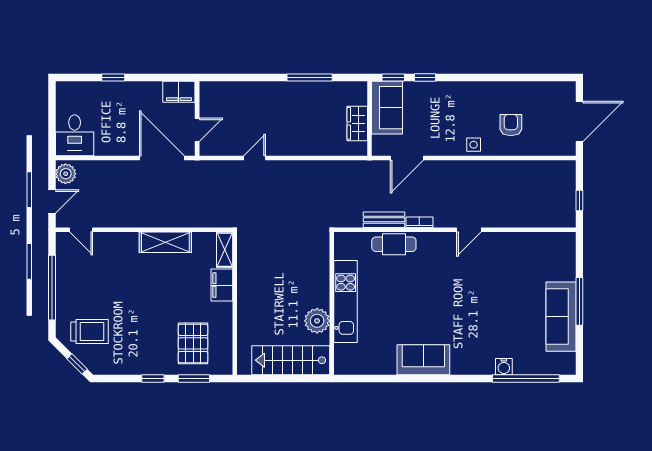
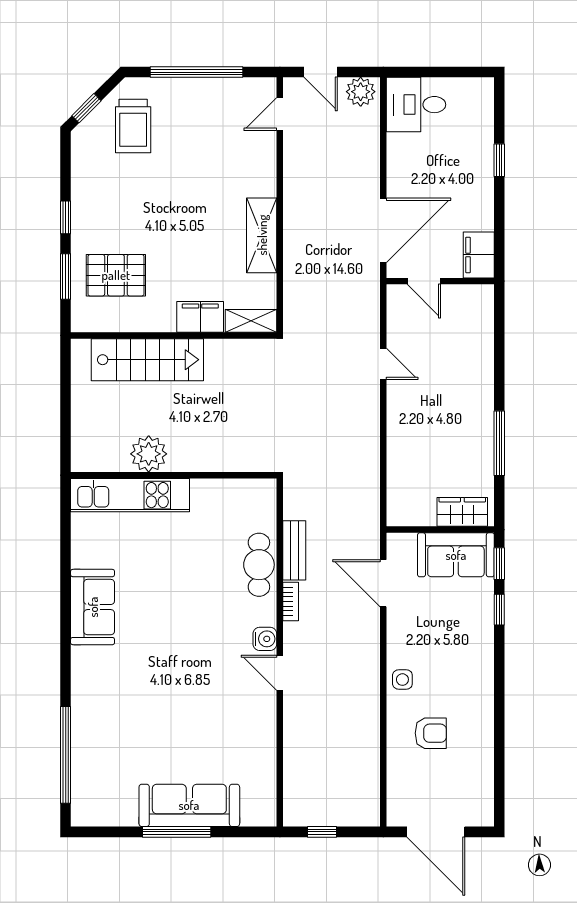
wardrobe: (357, 123) -> (462, 512), moved
kitchen unit: (346, 302) -> (130, 495), moved
sofa: (561, 317) -> (189, 805), moved
stairs: (291, 360) -> (147, 360), moved, turned 90
water cooler: (504, 367) -> (265, 639), moved, turned 180

